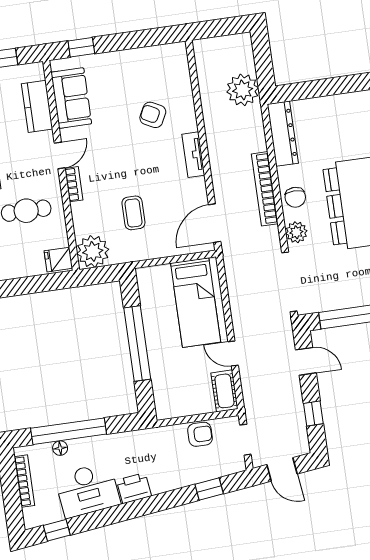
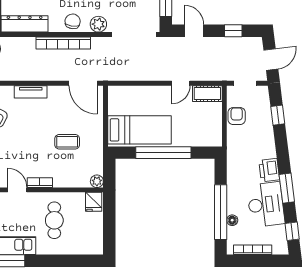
chair: (295, 197) -> (73, 21), turned -81
plant: (93, 251) -> (97, 181), width x0.53, depth x0.53
bed: (196, 303) -> (140, 130), moved
door: (306, 361) -> (194, 31), hinge flipped
window: (113, 515) -> (287, 188), added

